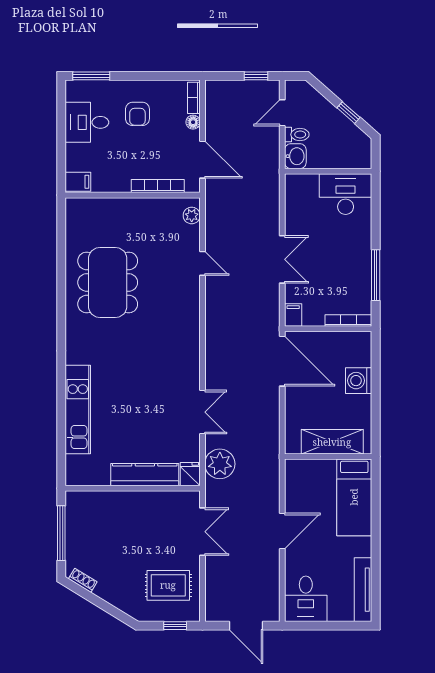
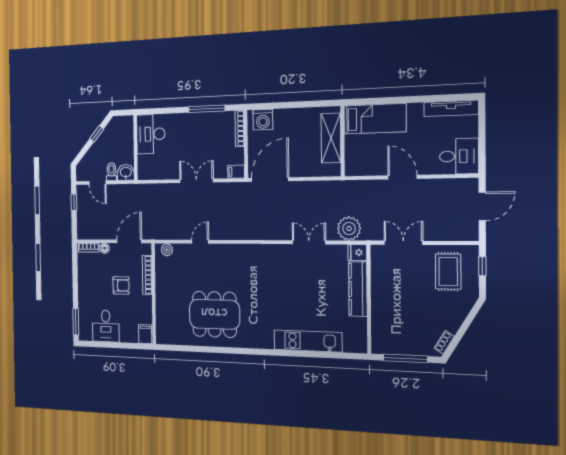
armchair: (137, 114) -> (121, 285), moved
washing machine: (359, 381) -> (263, 120), moved

